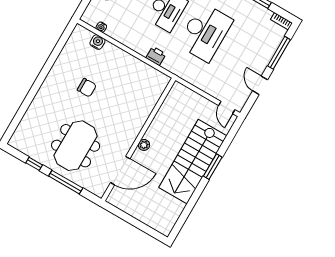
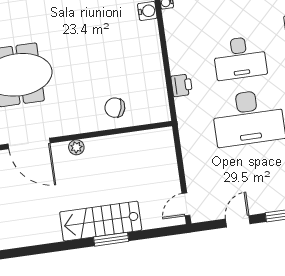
chair: (87, 88) -> (115, 108), moved, turned 106
stairs: (193, 162) -> (101, 221), width x0.73, depth x0.66

